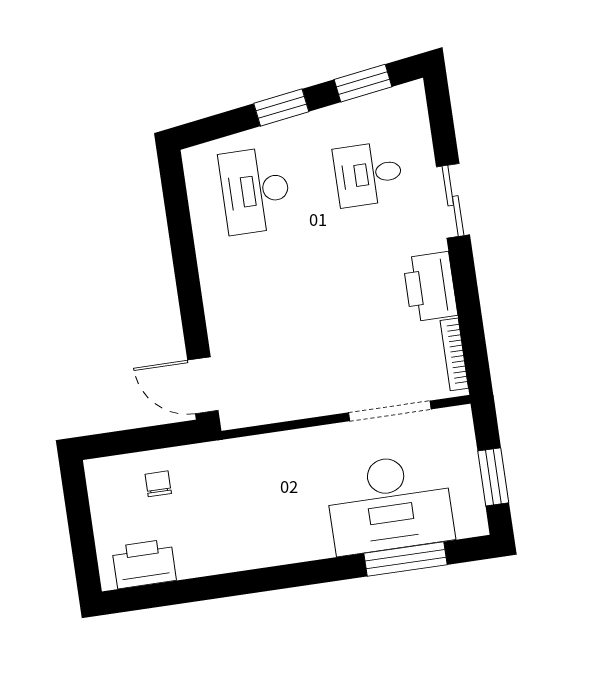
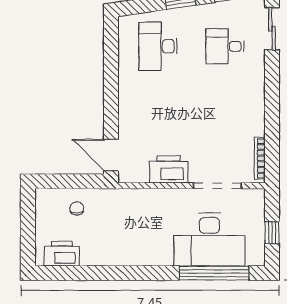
sliding door: (453, 201) -> (272, 29), moved
printer: (430, 287) -> (169, 169), moved, turned 90
window: (493, 477) -> (272, 233), width x0.67
window: (405, 559) -> (214, 273), width x1.46

